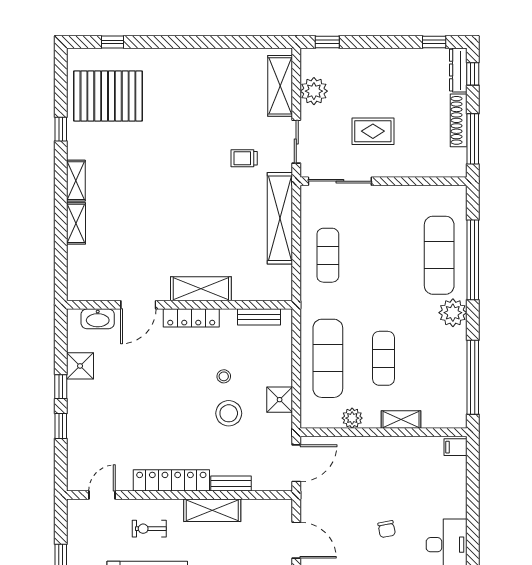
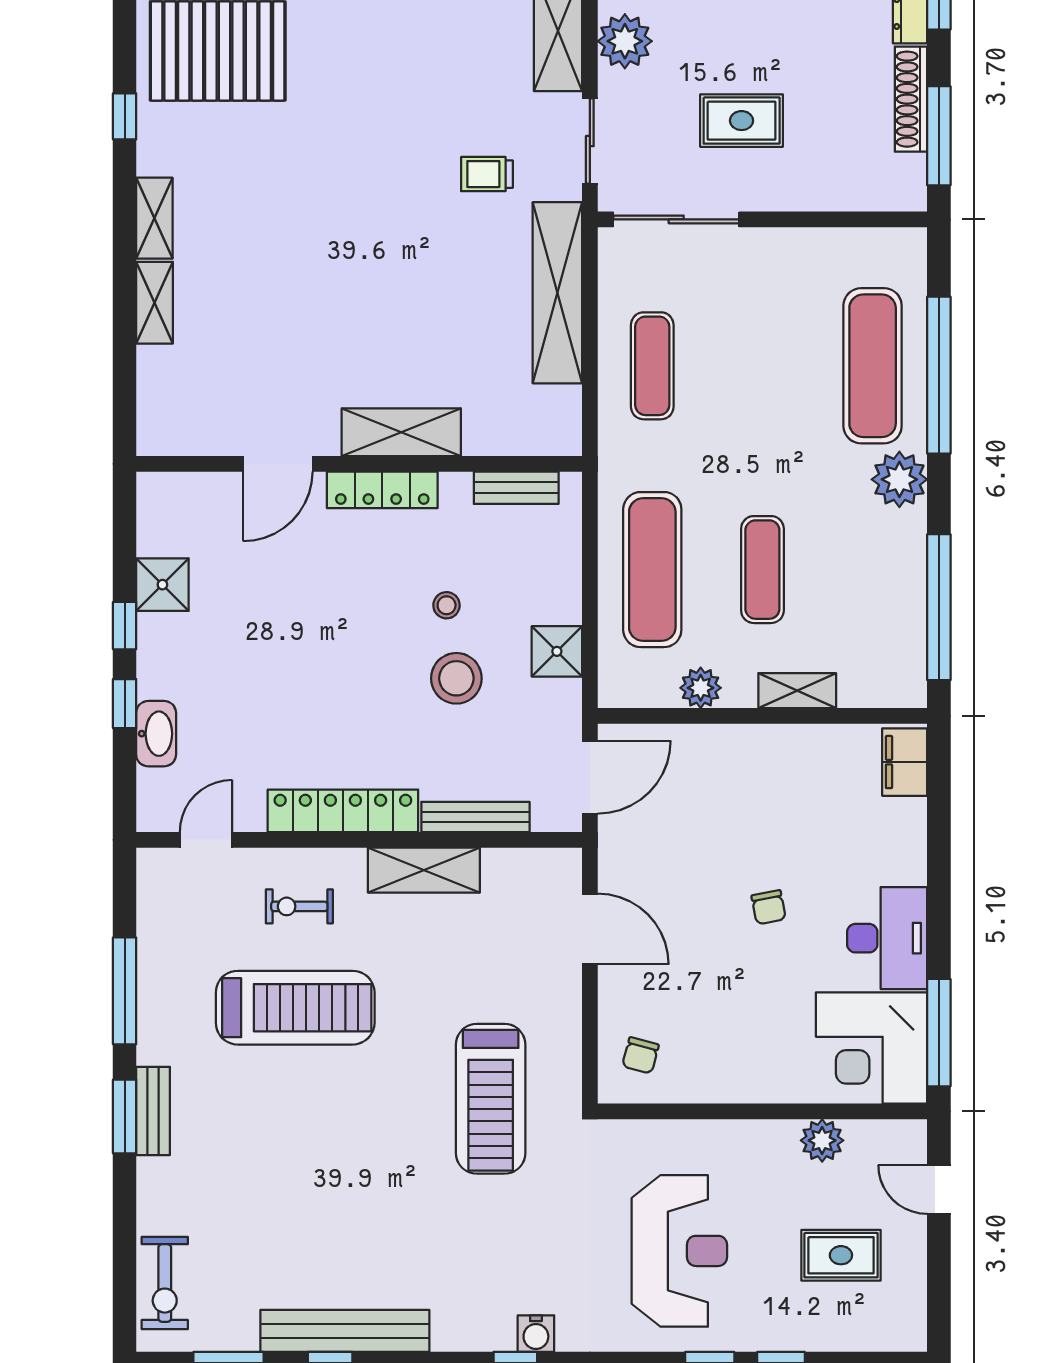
washbasin: (98, 319) -> (156, 734), moved, turned -90
filing cabinet: (455, 447) -> (905, 762), width x2.00
bench: (231, 483) -> (475, 817), width x1.36

